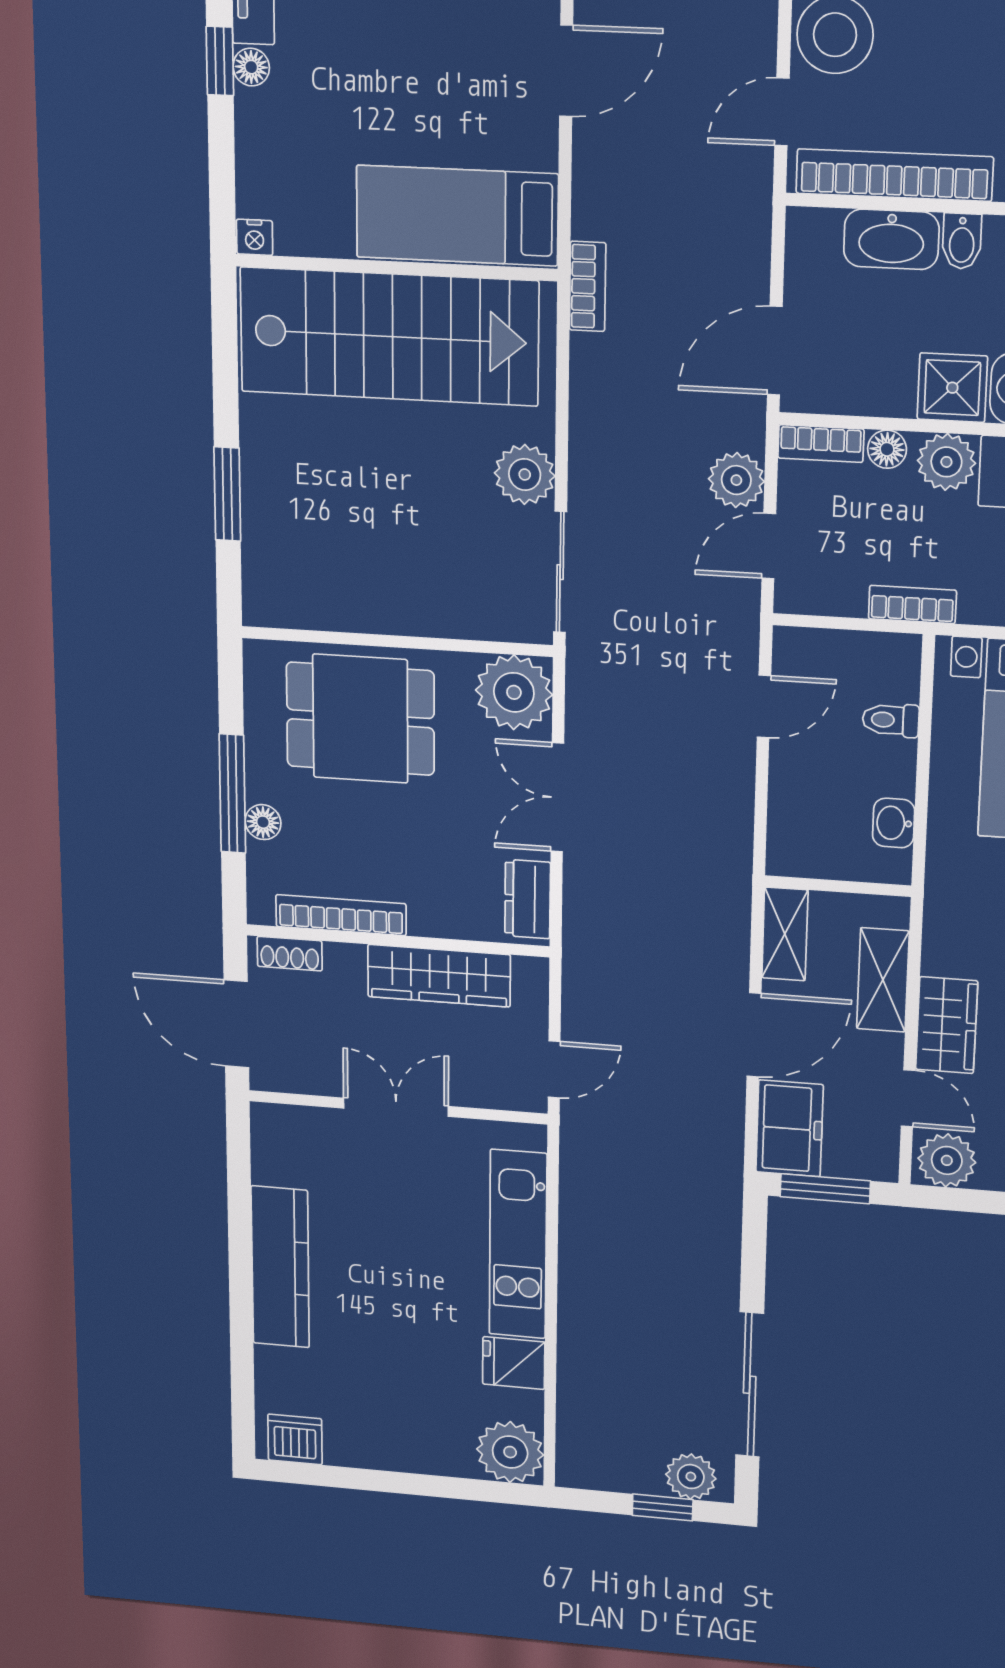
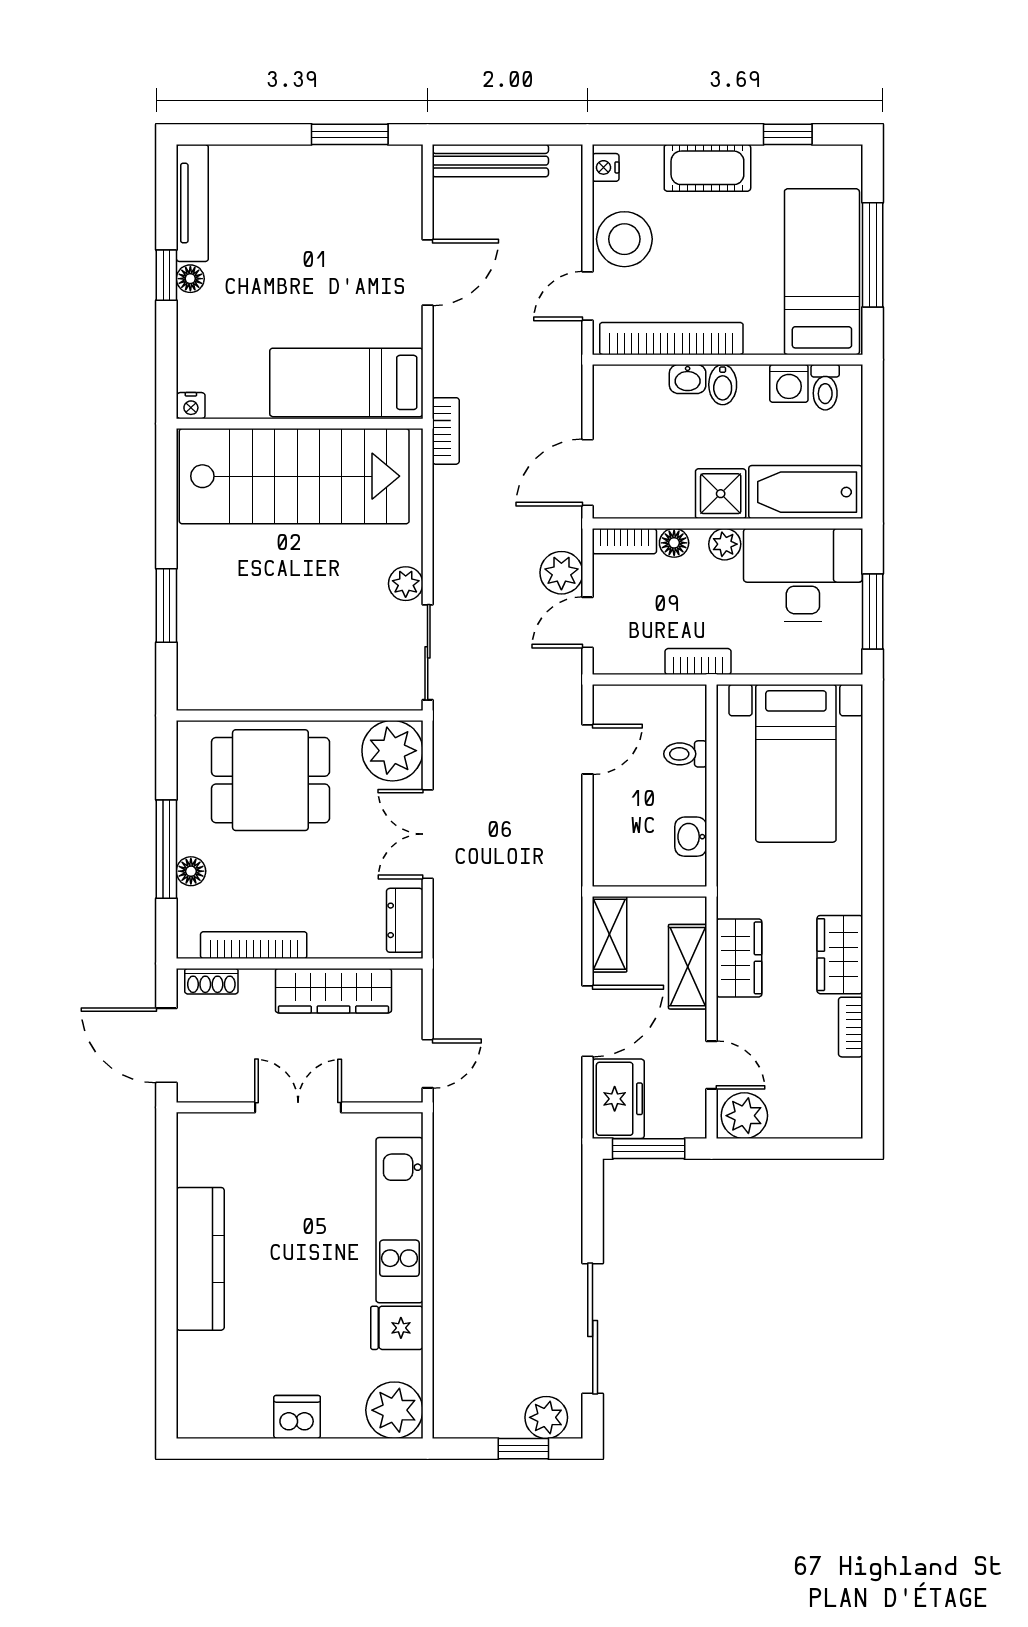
washbasin: (891, 239) -> (688, 379), width x0.52, depth x0.69
plant: (946, 462) -> (725, 544), width x0.73, depth x0.73
plant: (525, 474) -> (406, 584), width x0.73, depth x0.73
wardrobe: (947, 1025) -> (739, 958), moved
dishwasher: (295, 1439) -> (297, 1417), moved

